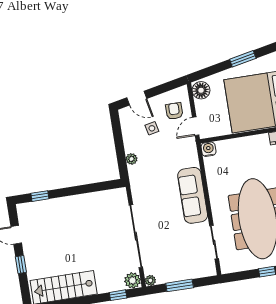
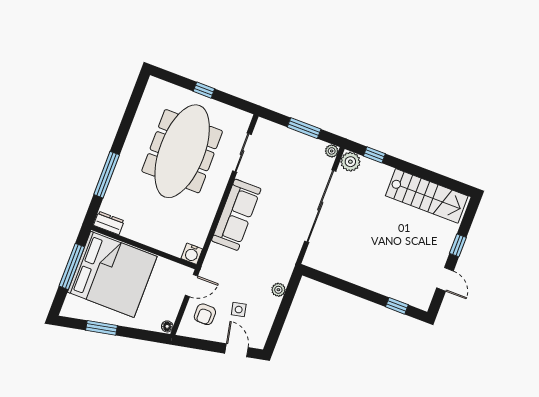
floor lamp: (201, 90) -> (167, 326), width x0.53, depth x0.53

